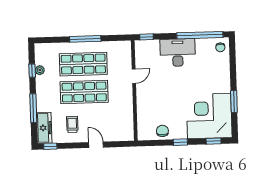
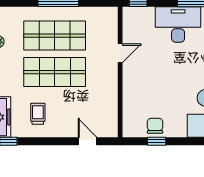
window: (180, 142) -> (157, 141), moved
door: (96, 145) -> (87, 141), moved

